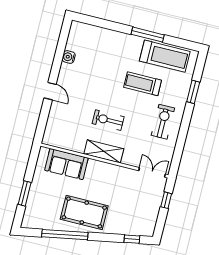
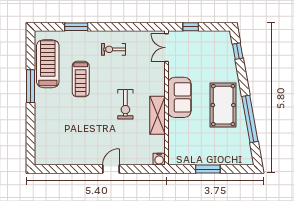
water cooler: (69, 57) -> (159, 159), moved
exercise bike: (163, 122) -> (113, 49), width x0.73, depth x0.72
shelving: (104, 151) -> (157, 115), moved
sofa: (66, 164) -> (179, 97), moved
window: (25, 193) -> (208, 169), moved

